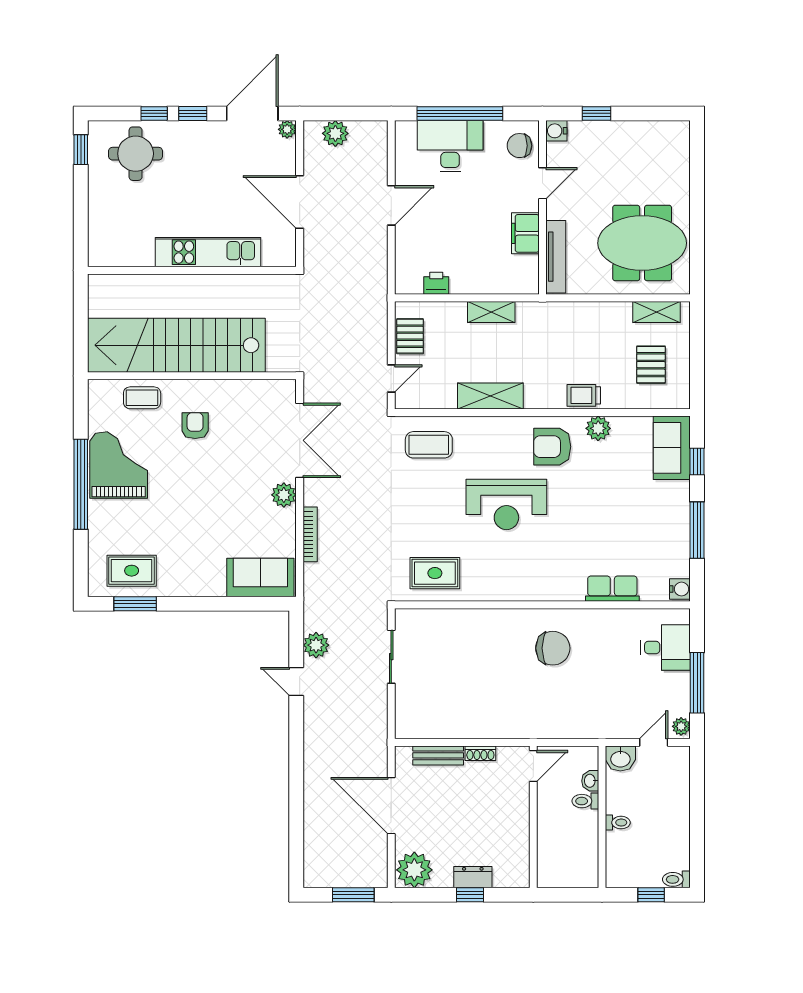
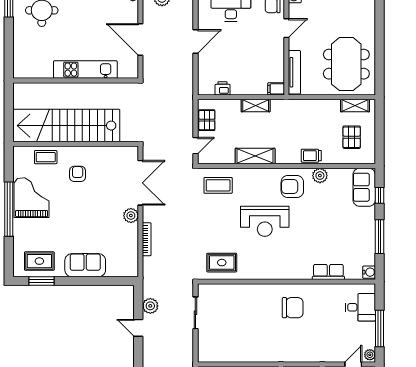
filing cabinet: (525, 233) -> (276, 89), moved, width x0.50
meeting table: (642, 243) -> (346, 64), turned 90
sofa: (260, 577) -> (85, 265), moved

